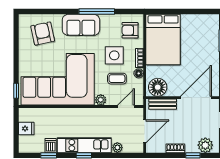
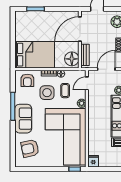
door: (196, 98) -> (80, 29), hinge flipped
door: (126, 107) -> (87, 83), hinge flipped
fridge: (26, 128) -> (93, 161), moved
door: (145, 131) -> (106, 69), hinge flipped

